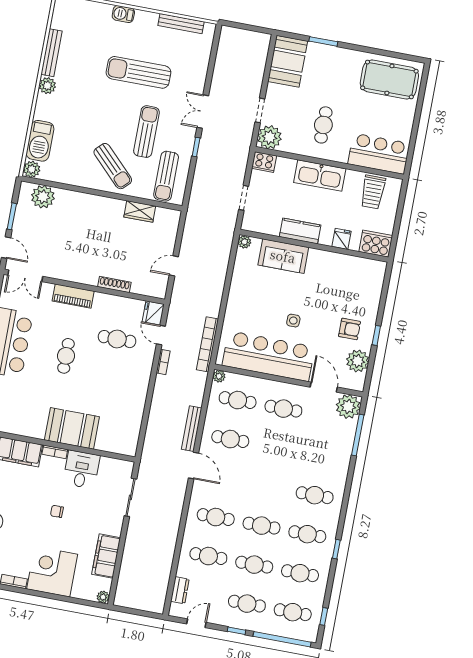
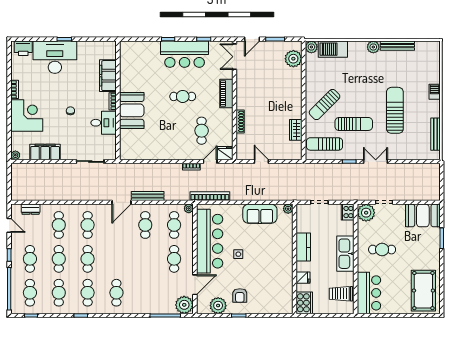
sofa: (283, 256) -> (260, 214), moved, turned -90

